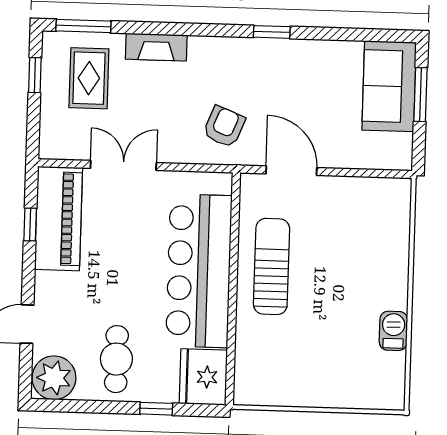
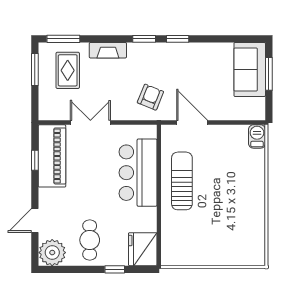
window: (217, 30) -> (144, 39), added
window: (35, 75) -> (35, 70), width x1.50
bar counter: (199, 271) -> (138, 173), width x0.73
barbecue: (393, 331) -> (257, 136), moved

